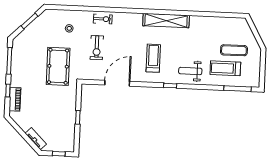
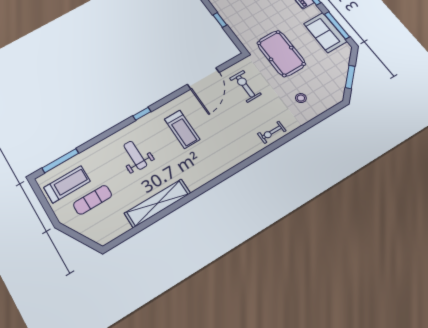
shelving: (166, 21) -> (157, 203), moved
exercise bike: (97, 48) -> (245, 86), moved
sofa: (20, 61) -> (325, 33), added
treadmill: (225, 68) -> (67, 184), moved
weight bench: (190, 71) -> (135, 155), moved, turned -90

